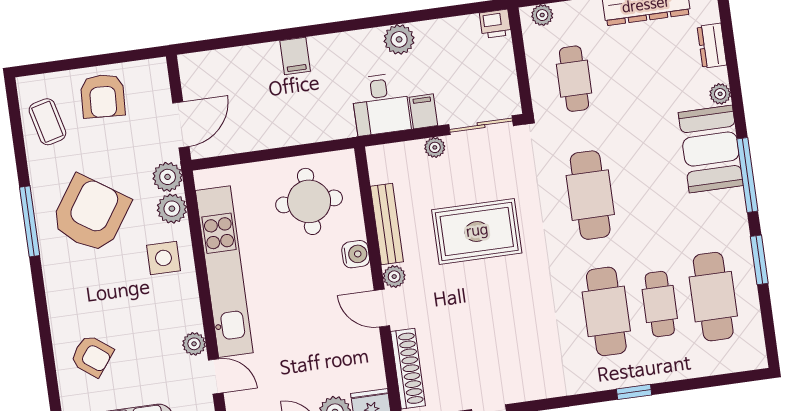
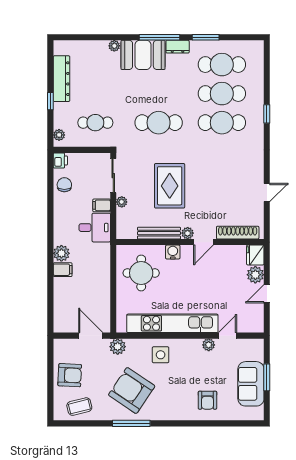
chair: (452, 38) -> (64, 185), added
plant: (399, 39) -> (61, 253), moved
dresser: (712, 46) -> (178, 47), moved
plant: (172, 209) -> (135, 347), removed
cafe table: (660, 304) -> (222, 94), width x1.37, depth x1.35
armchair: (92, 356) -> (207, 400), turned 143

